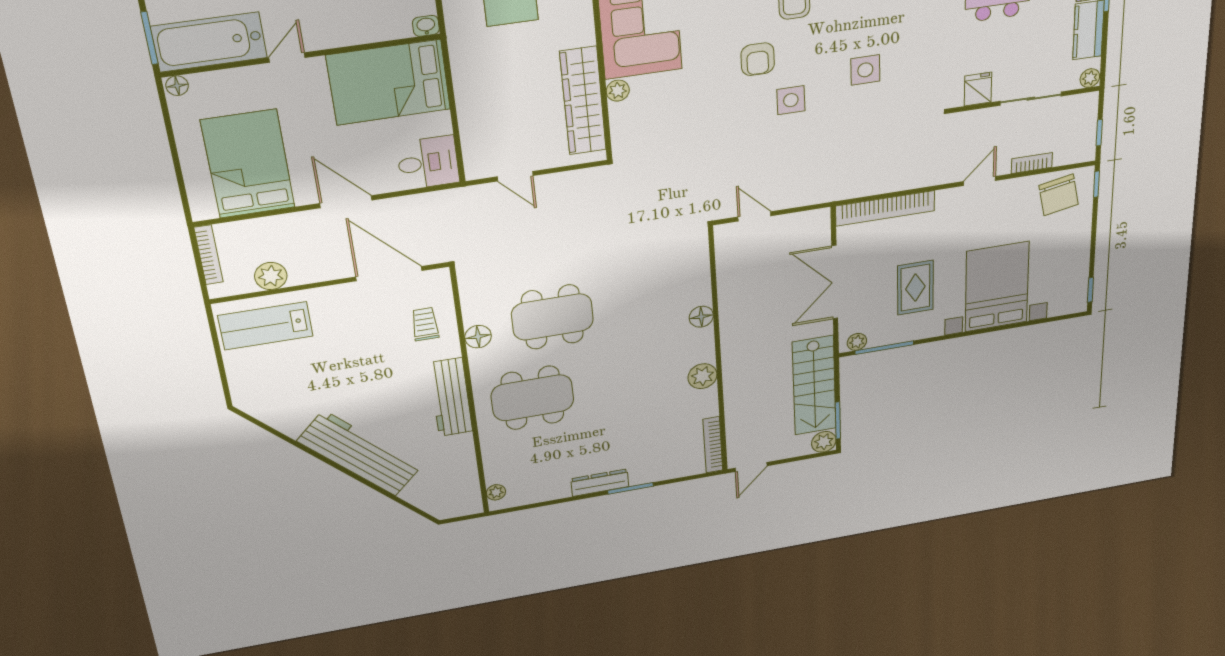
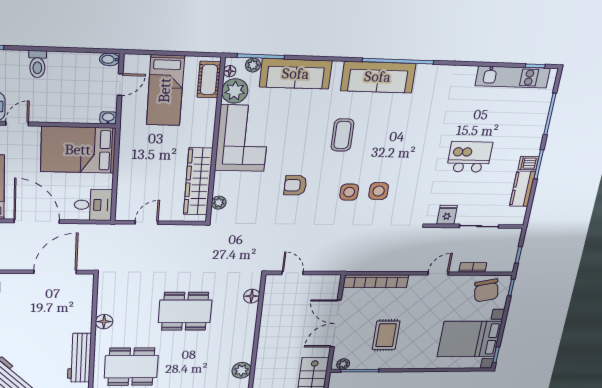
armchair: (758, 59) -> (295, 185), moved, turned 90
plant: (1090, 78) -> (518, 219), removed
plant: (618, 91) -> (219, 203), moved
side table: (791, 100) -> (349, 192), moved
door: (515, 176) -> (147, 223), swing flipped
door: (346, 202) -> (37, 221), width x1.36
door: (389, 274) -> (55, 272), hinge flipped
bed with nightstands: (997, 287) -> (469, 339), moved, turned -90
dining table: (552, 317) -> (185, 311), moved
floor lamp: (701, 317) -> (252, 296), moved
trolley: (425, 324) -> (72, 308), removed

